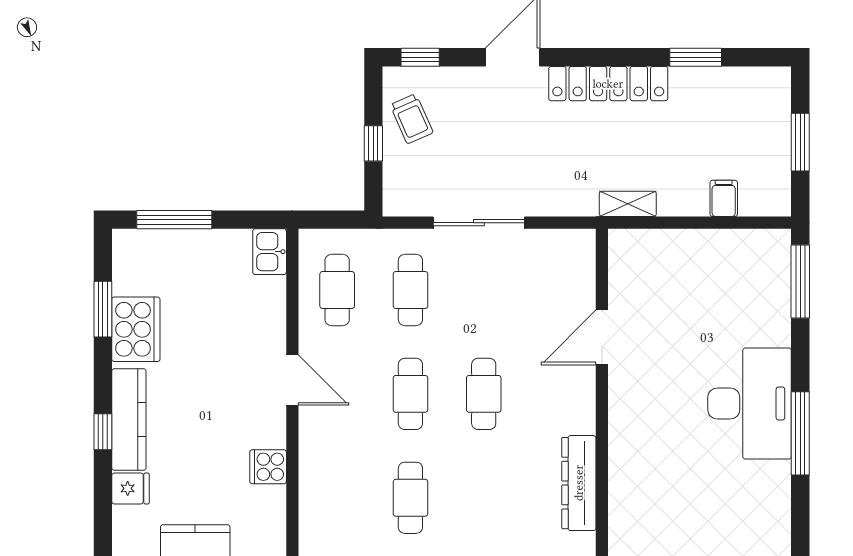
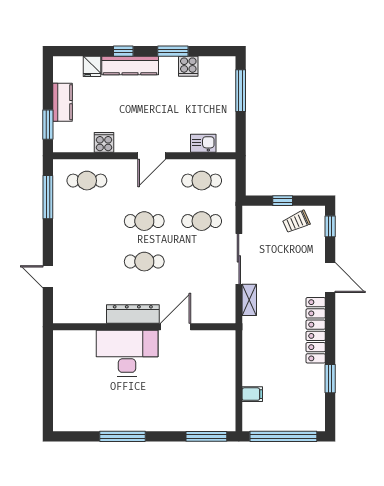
window: (800, 142) -> (283, 436), width x2.11
shelving: (628, 204) -> (249, 300), moved
kitchen sink: (270, 252) -> (203, 143), moved
window: (103, 309) -> (173, 51), moved
cooker: (136, 329) -> (188, 66), width x0.53, depth x0.76
door: (602, 337) -> (175, 327), hinge flipped
desk: (750, 403) -> (127, 353), moved, turned 180
dresser: (579, 483) -> (133, 314), moved
cafe table: (410, 498) -> (87, 181), moved

